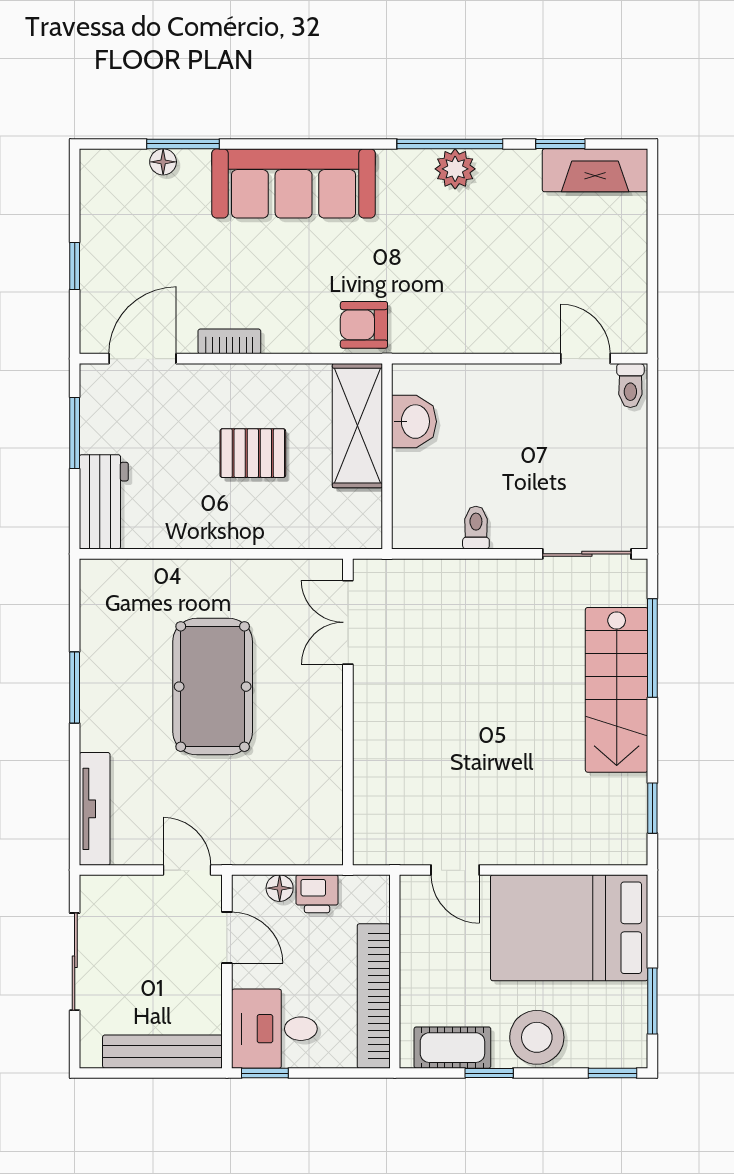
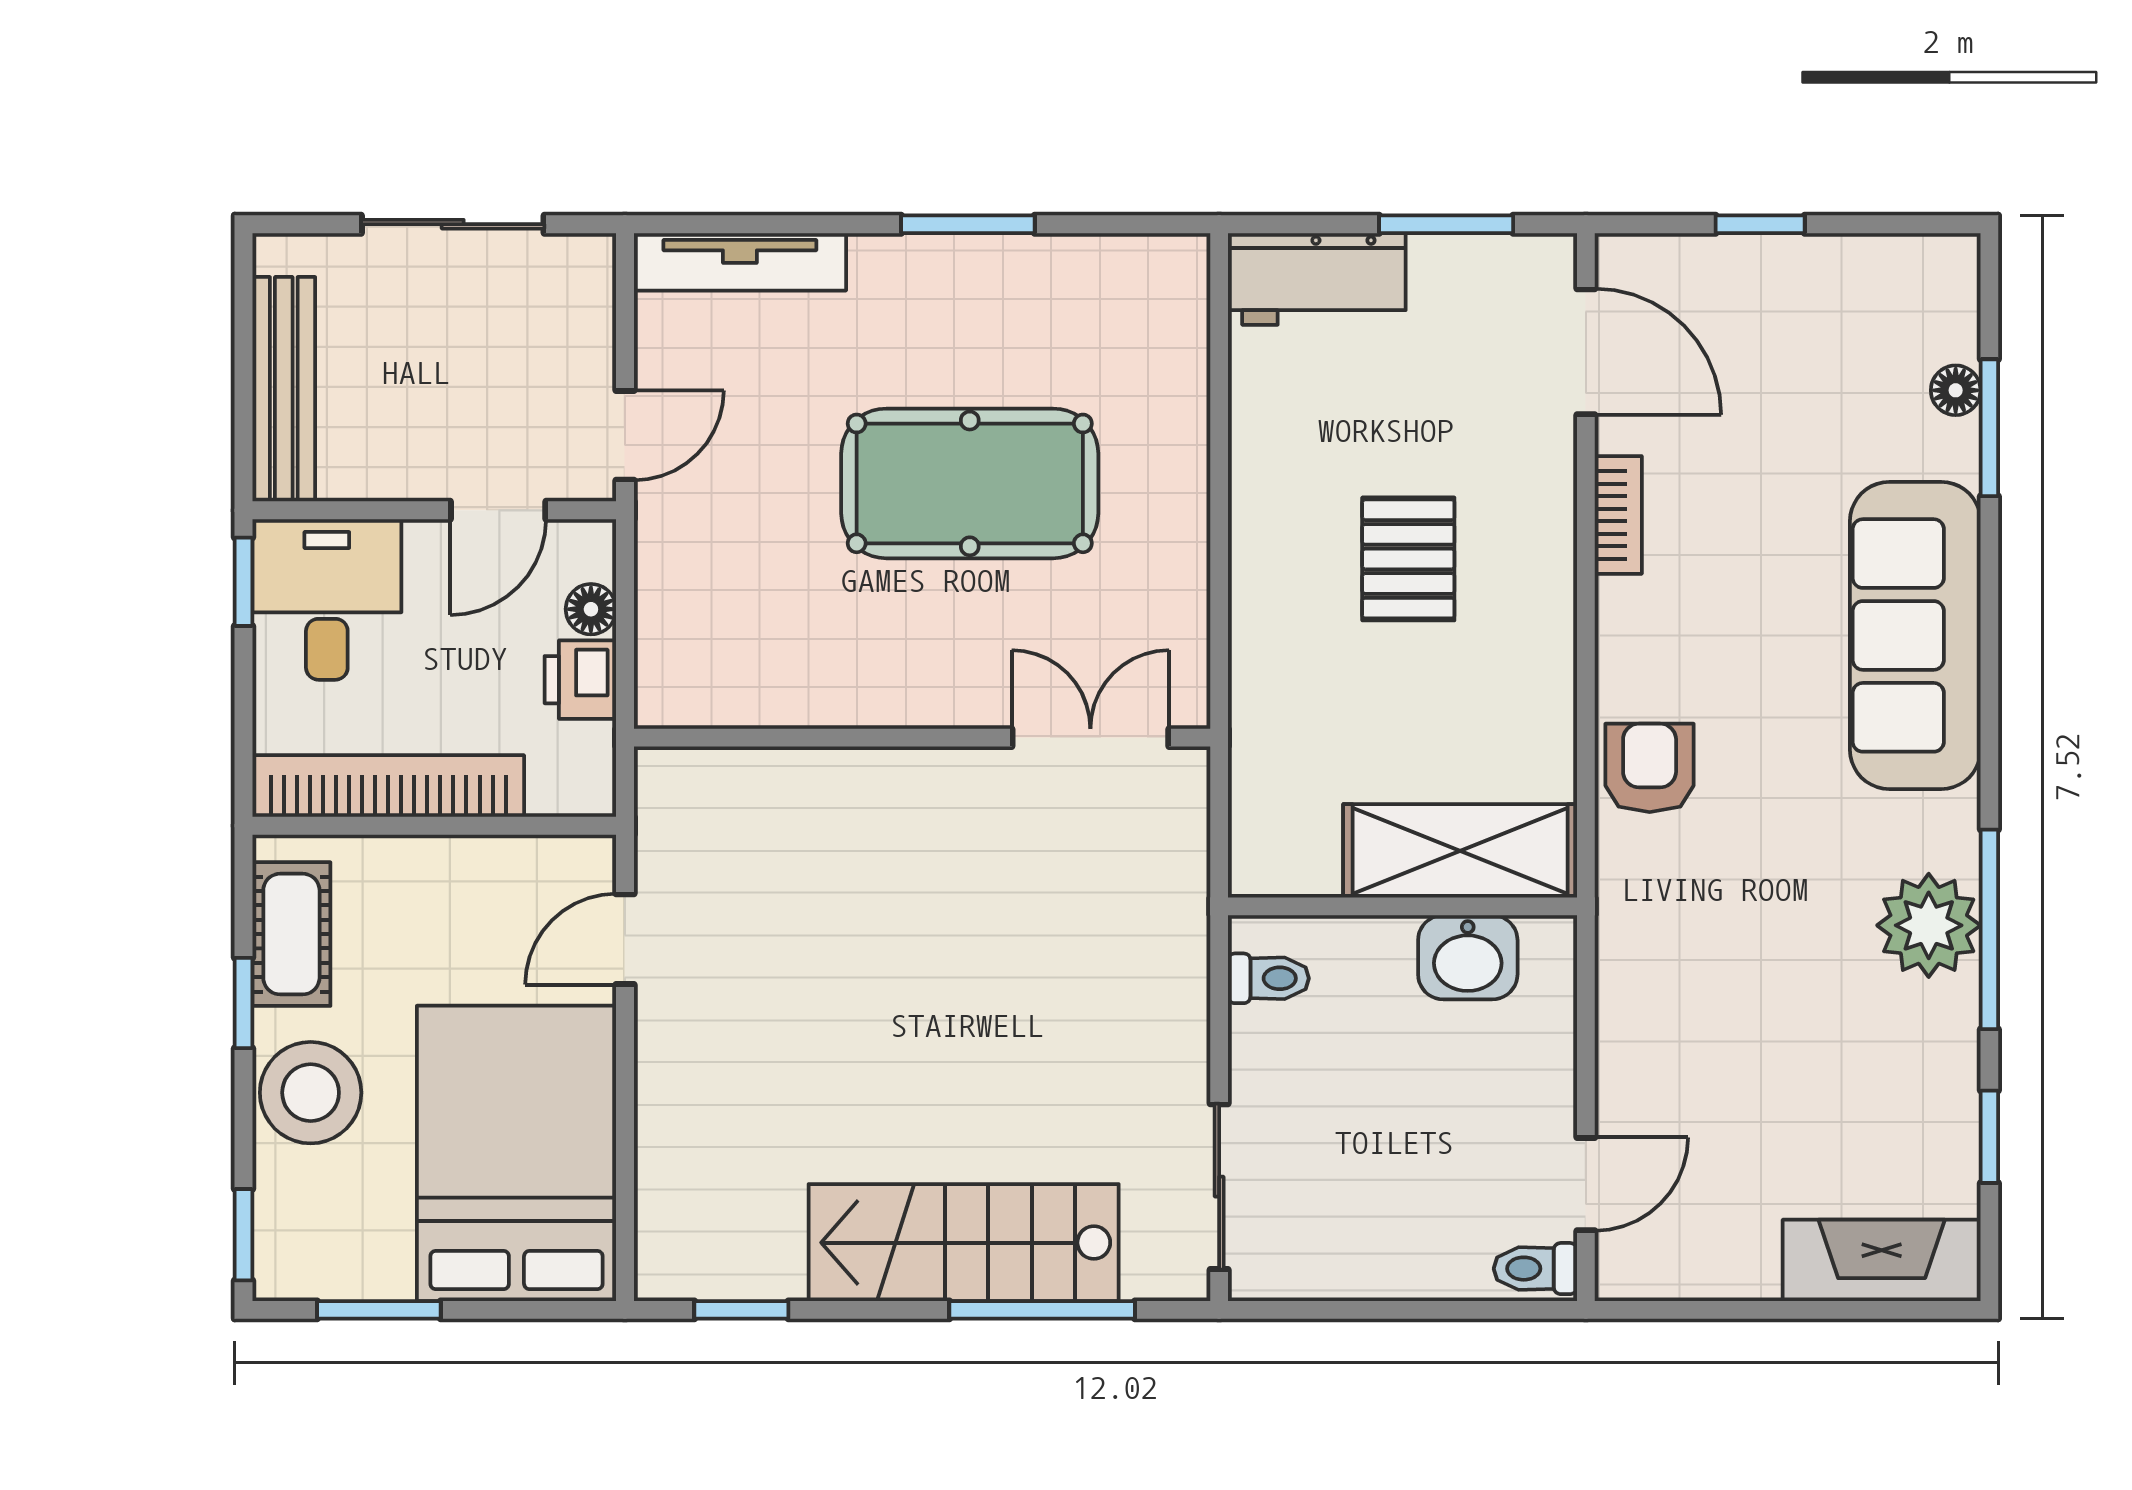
plant: (455, 169) -> (1929, 925), width x1.36, depth x1.36
fireplace: (595, 170) -> (1882, 1260), moved, turned 90
washbasin: (414, 422) -> (1468, 957), moved
shelving: (357, 426) -> (1460, 851), moved
wall: (387, 456) -> (1402, 906), moved

